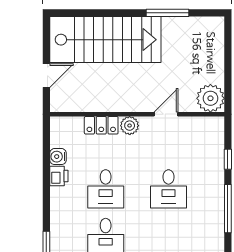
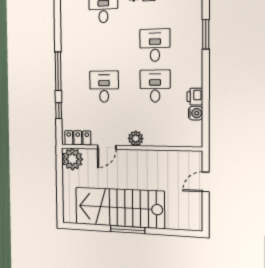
window: (167, 13) -> (128, 230), moved
stairs: (105, 40) -> (119, 208), moved
locker: (101, 125) -> (78, 138), moved

